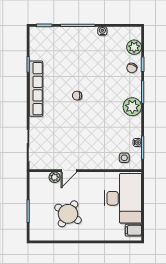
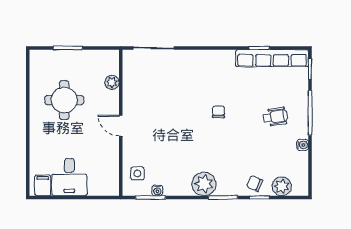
wheelchair: (81, 52) -> (275, 117), added
row of seats: (36, 89) -> (272, 58), moved
door: (69, 171) -> (121, 126), moved
desk: (123, 198) -> (69, 177), width x0.53, depth x0.77
round table: (68, 214) -> (64, 100), turned -33

